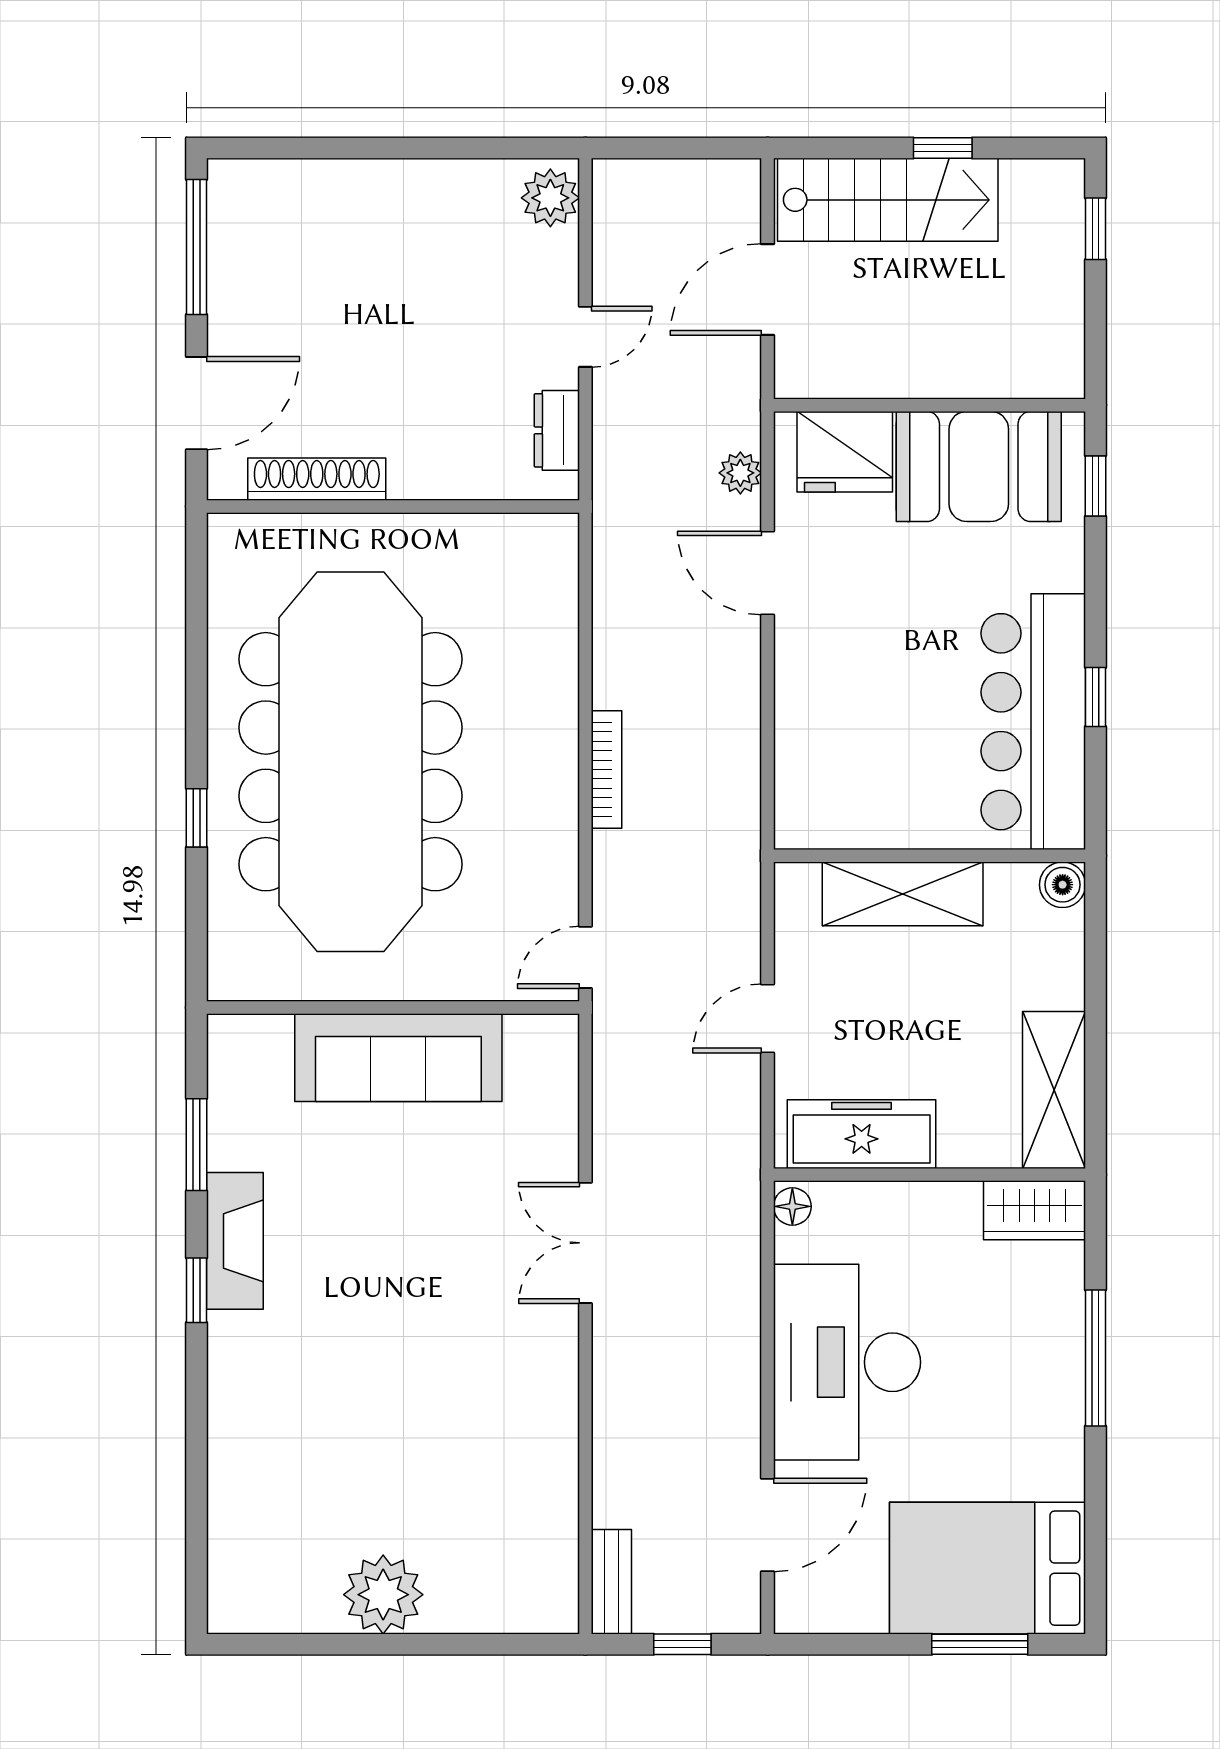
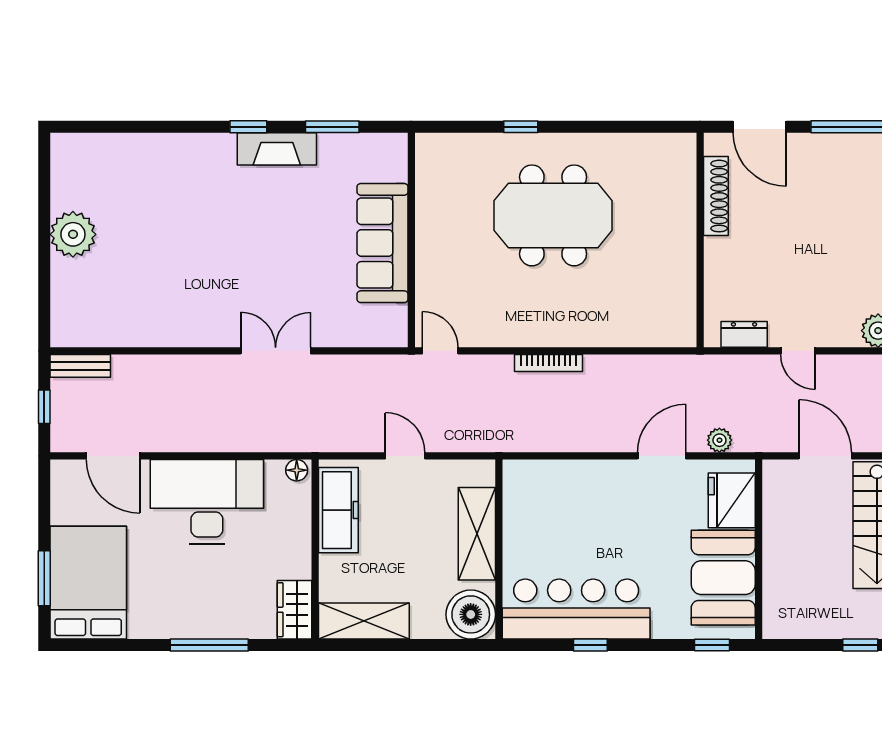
meeting table: (350, 762) -> (553, 215), width x0.54, depth x0.79
boiler: (1063, 885) -> (471, 614), width x1.86, depth x1.86

